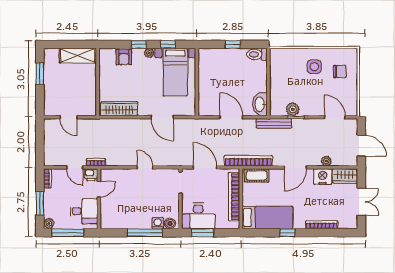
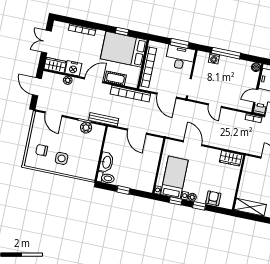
washbasin: (260, 104) -> (106, 162), moved
wardrobe: (119, 109) -> (231, 158), width x0.67
cot: (257, 175) -> (115, 78), moved
bed: (267, 218) -> (124, 49), width x1.50
boiler: (170, 224) -> (256, 67), moved
window: (287, 233) -> (122, 31), moved

